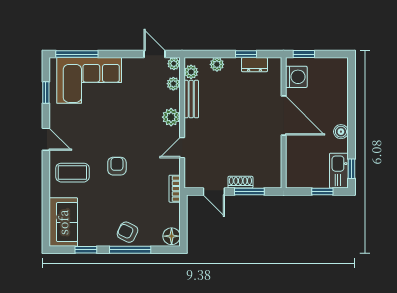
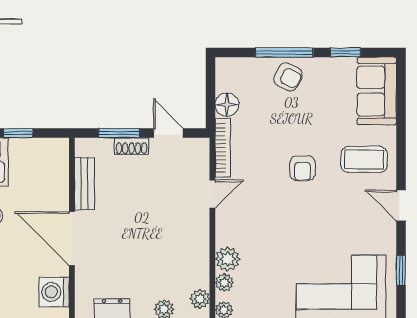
bench: (191, 99) -> (85, 184), moved
plant: (171, 117) -> (228, 259), moved
bookcase: (175, 189) -> (223, 148), width x1.56
floor lamp: (172, 236) -> (227, 105), moved

